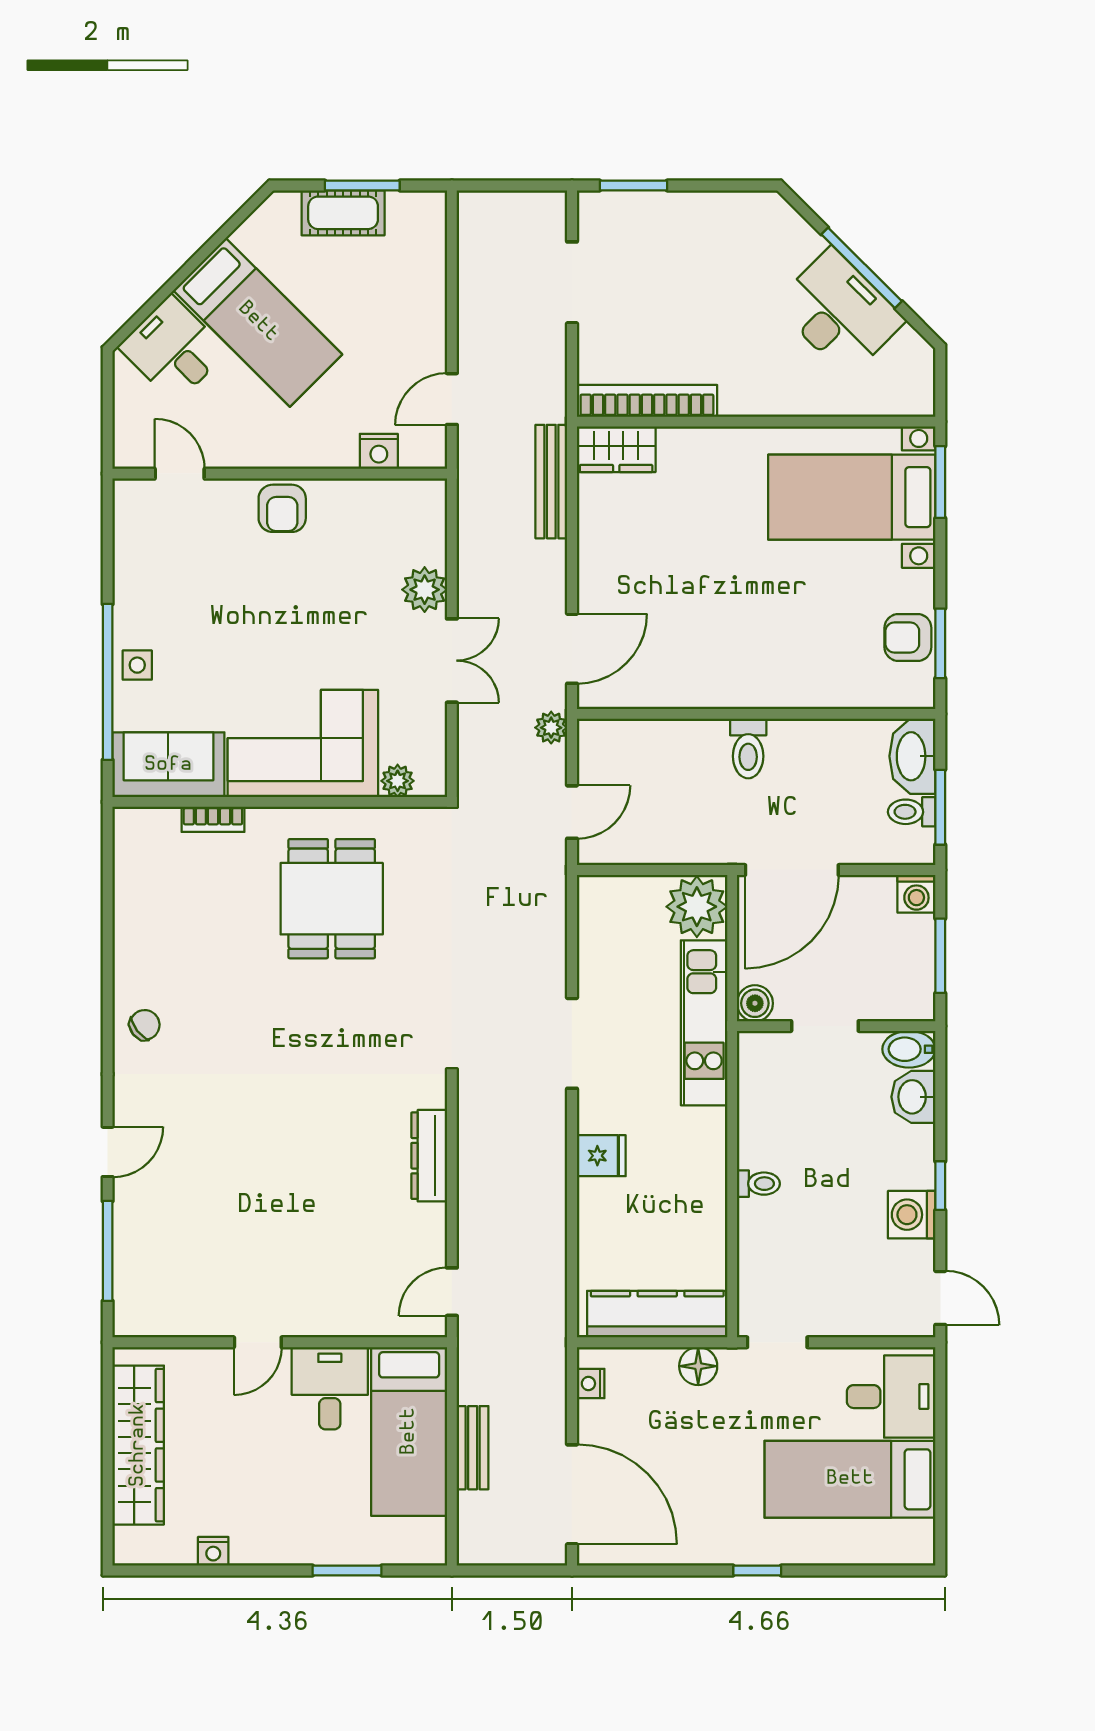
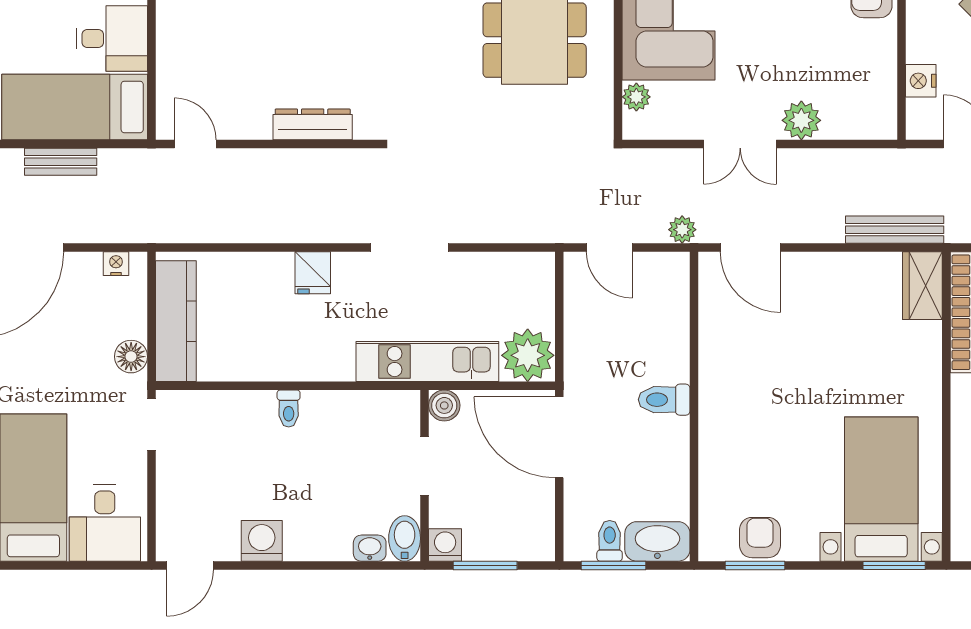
washing machine: (916, 894) -> (445, 545), moved, turned 90
washbasin: (913, 1097) -> (370, 548), width x0.72, depth x0.69
window: (940, 1186) -> (287, 565), removed

